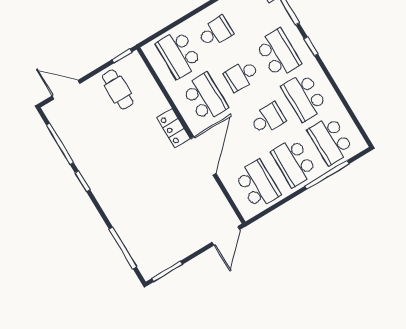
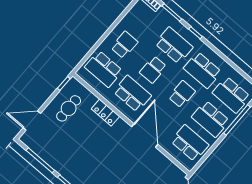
cafe table: (118, 90) -> (69, 108), turned 90
locker: (174, 128) -> (105, 113), moved

